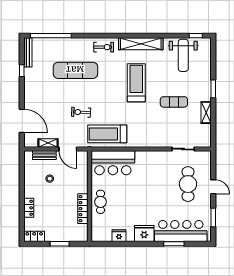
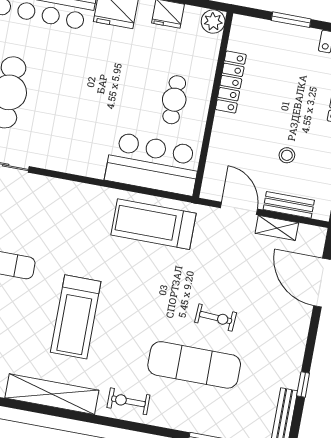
exercise bike: (81, 112) -> (216, 318), moved
treadmill: (107, 134) -> (154, 224), turned 180
cafe table: (100, 202) -> (174, 100), moved
plant: (97, 236) -> (213, 22), added

